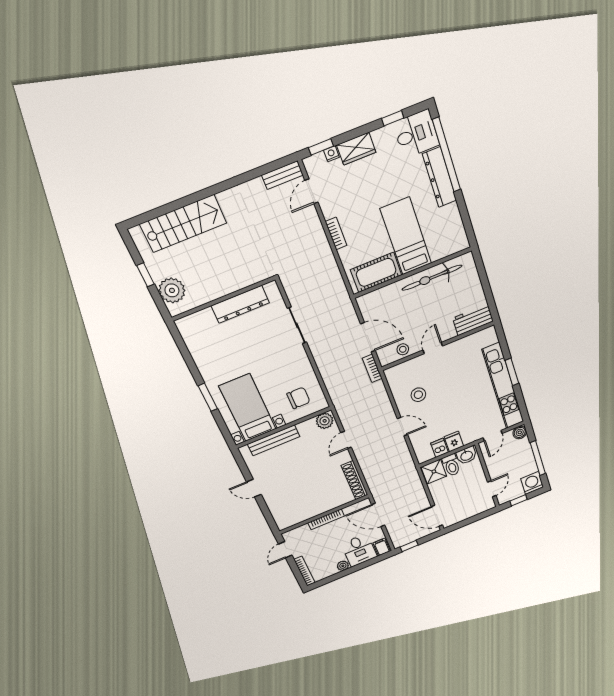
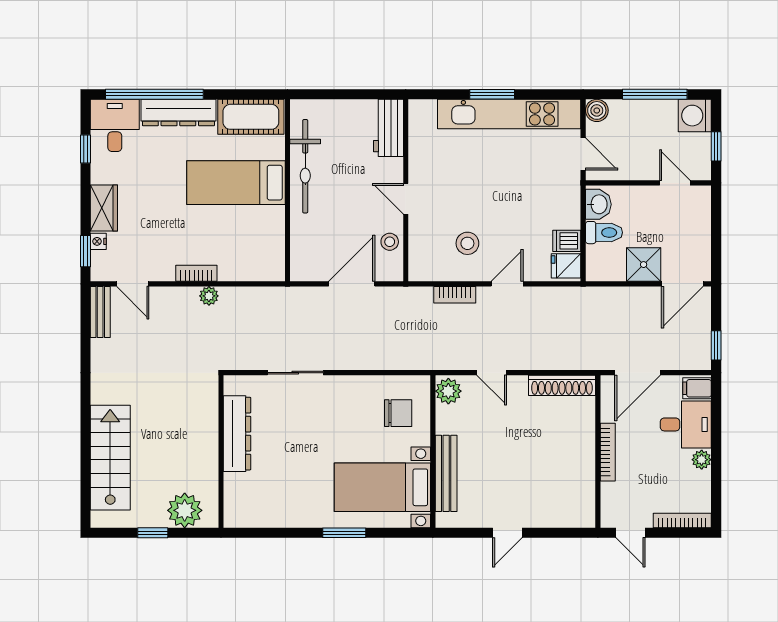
plant: (324, 248) -> (209, 296), added
cot: (376, 272) -> (251, 117), moved, turned 90
bookcase: (372, 368) -> (455, 295), moved
chair: (298, 398) -> (398, 413), turned 90
fridge: (454, 441) -> (566, 266), moved
shower: (434, 471) -> (644, 265), moved

